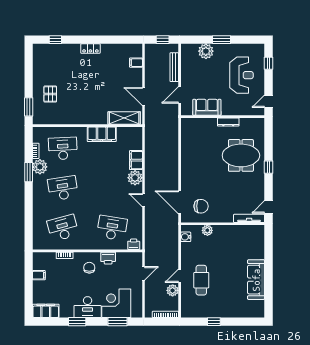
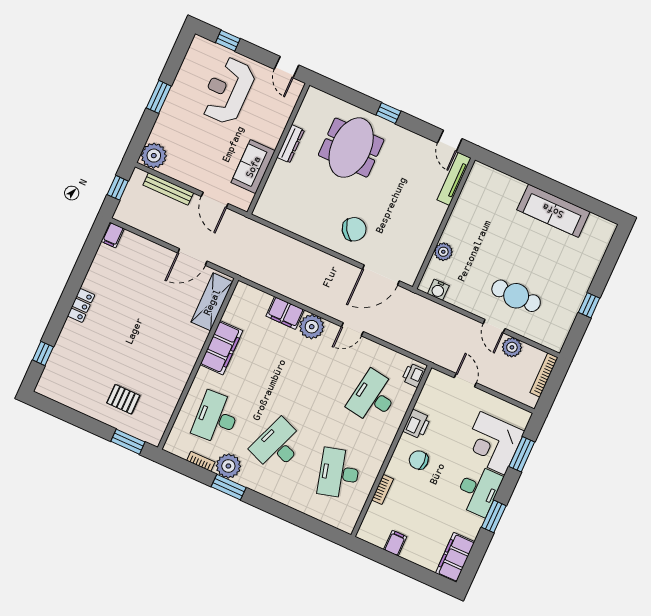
plant: (206, 51) -> (154, 156), moved
filing cabinet: (136, 63) -> (113, 235), moved
reception desk: (242, 75) -> (227, 91), turned -90
desk: (63, 188) -> (278, 445), turned 30
chair: (201, 206) -> (354, 229), moved, turned 57

